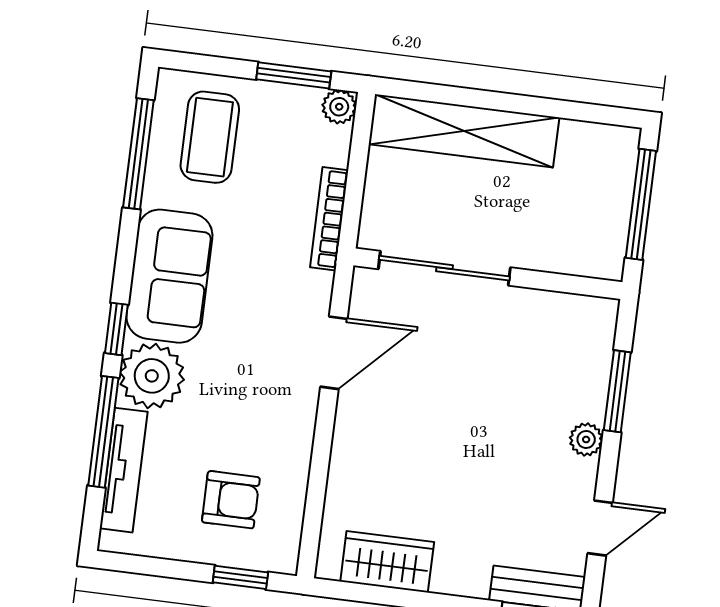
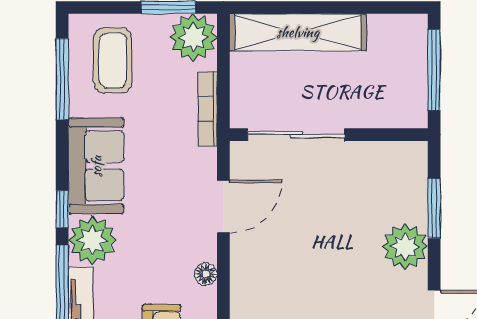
plant: (339, 107) -> (194, 37), width x1.87, depth x1.87
plant: (586, 439) -> (405, 247), width x1.88, depth x1.88
floor lamp: (299, 441) -> (206, 274), added

